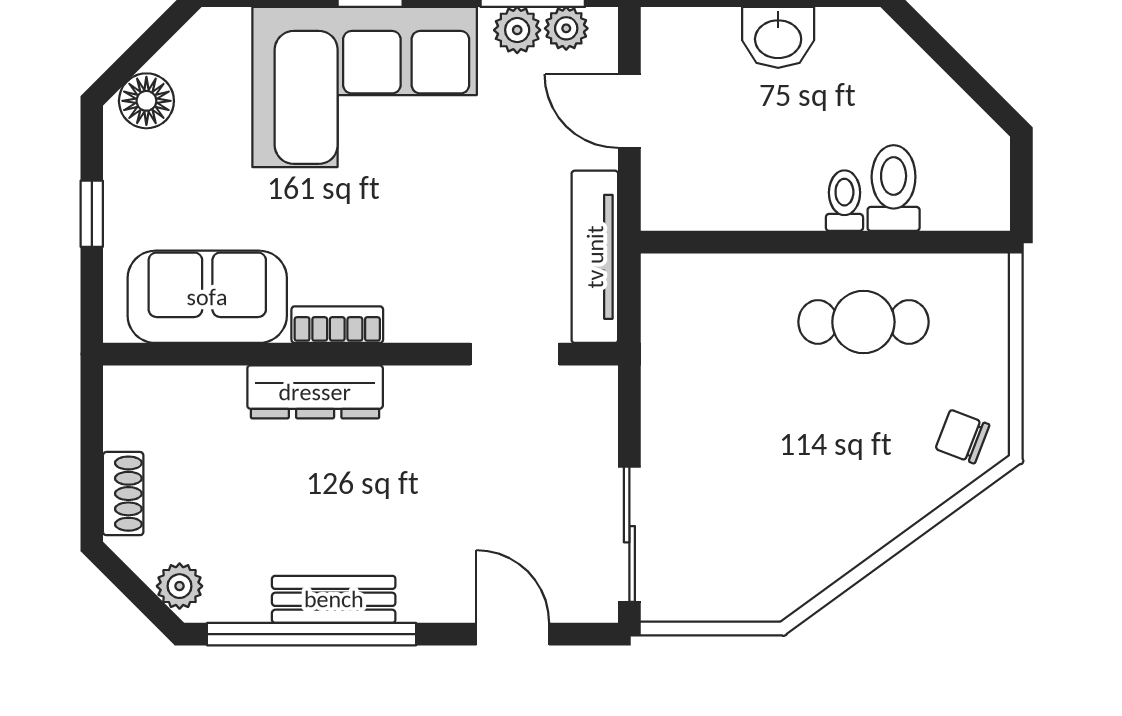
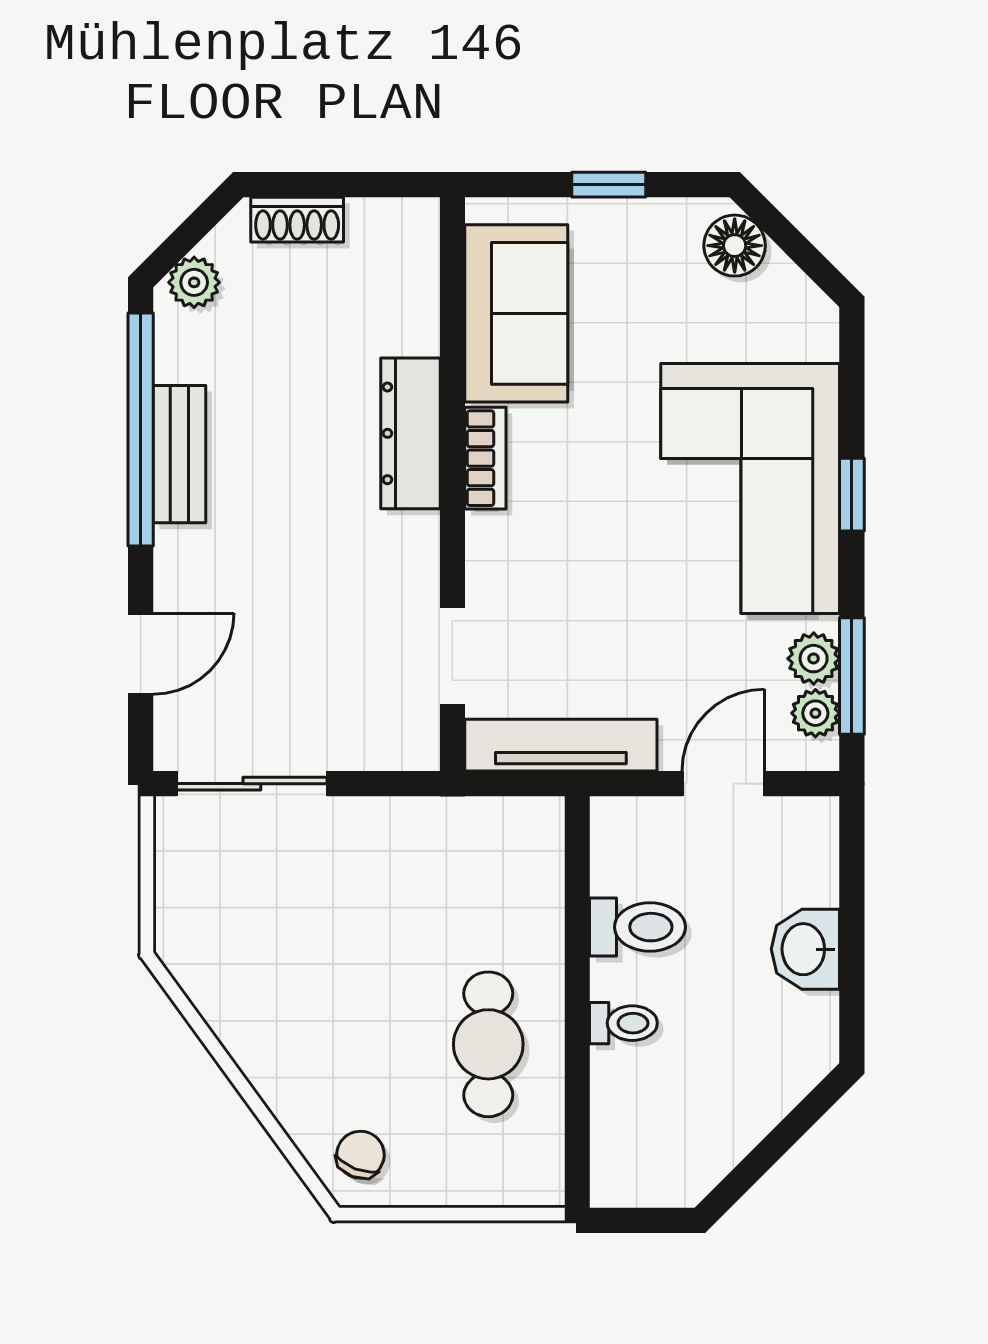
toilet: (894, 188) -> (638, 927), moved

